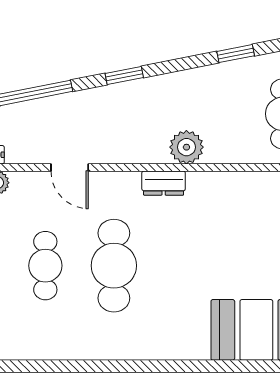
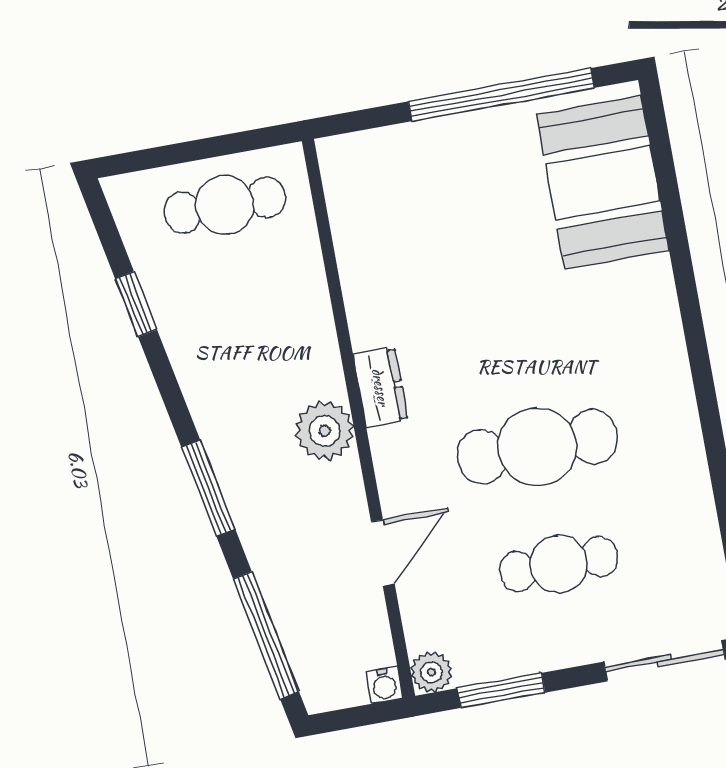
window: (124, 75) -> (208, 488), width x1.50
plant: (186, 147) -> (325, 431), moved

